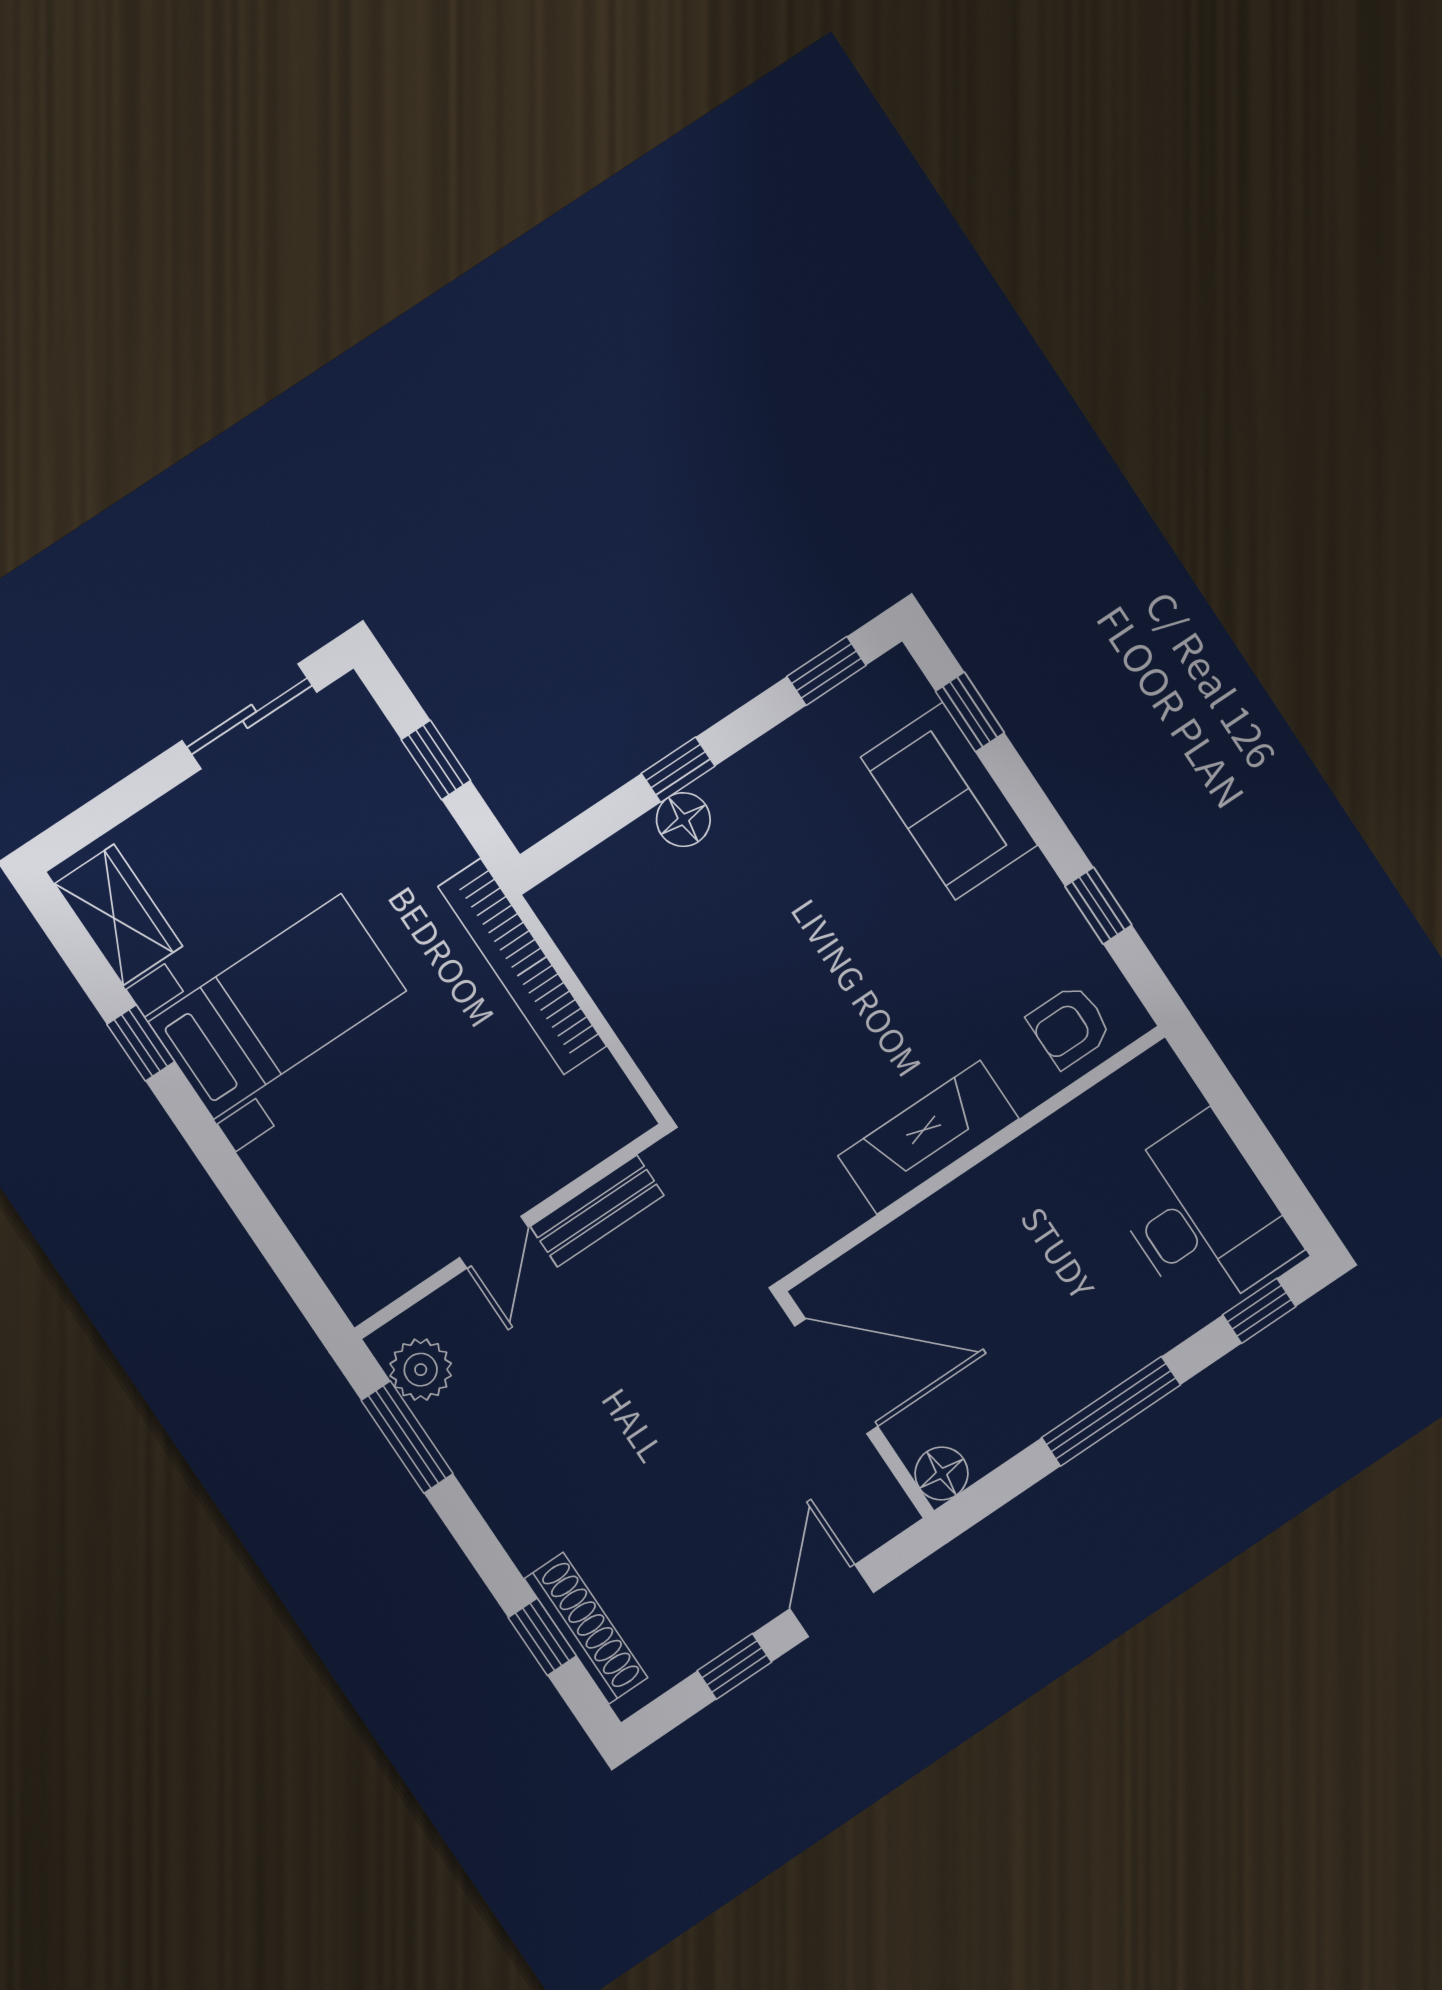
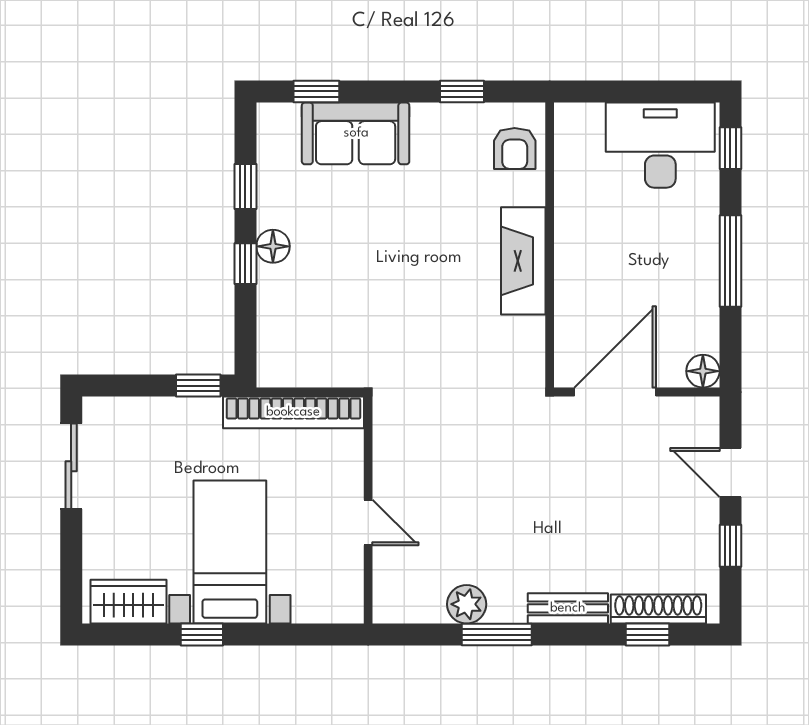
window: (826, 671) -> (245, 186), moved
window: (436, 760) -> (198, 386), moved
floor lamp: (683, 820) -> (273, 246), moved
bench: (597, 1211) -> (568, 608), moved, turned 90
wall: (511, 1231) -> (368, 510), moved
door: (494, 1242) -> (368, 522), moved

